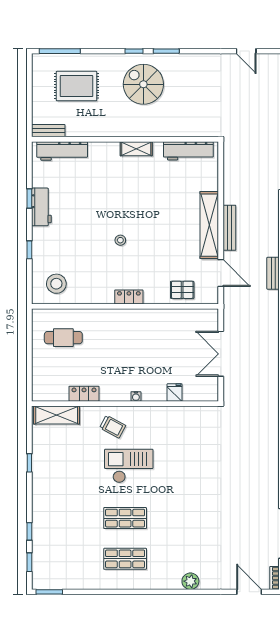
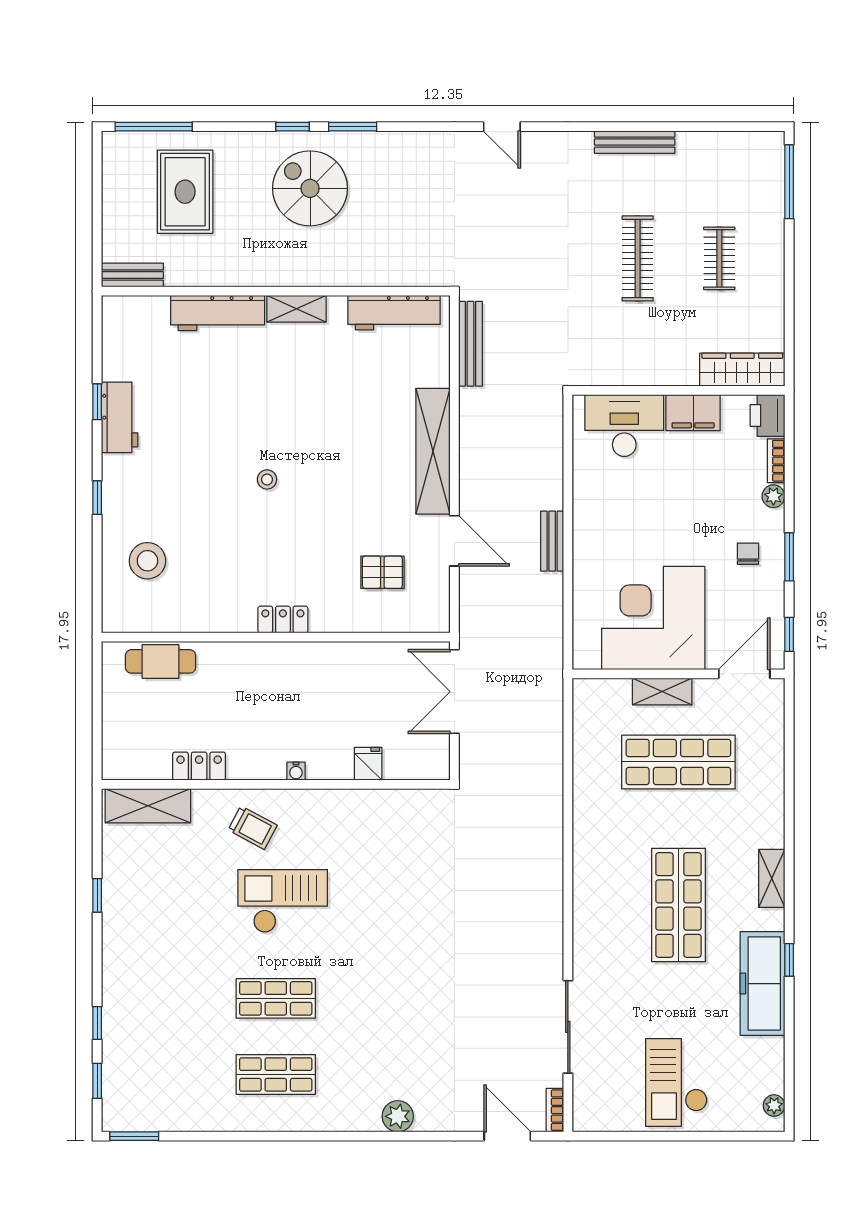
rug: (76, 86) -> (185, 192), turned 90
workbench: (62, 151) -> (218, 313), moved
bench: (229, 228) -> (471, 344), moved
locker: (129, 297) -> (283, 619), moved
wall: (125, 306) -> (276, 637), moved

